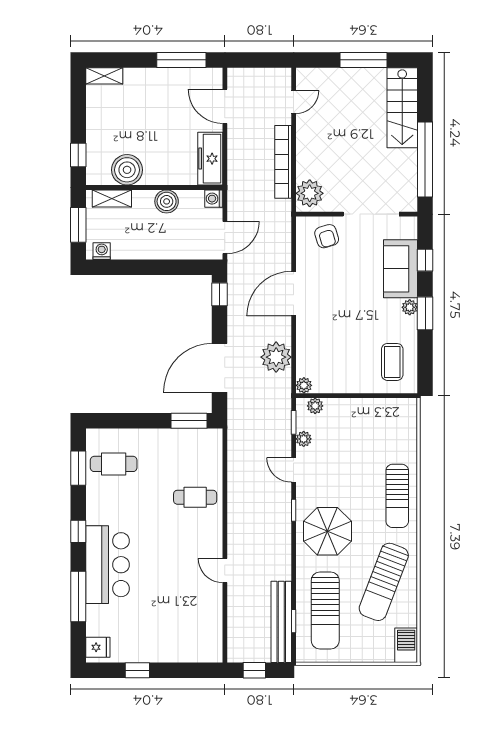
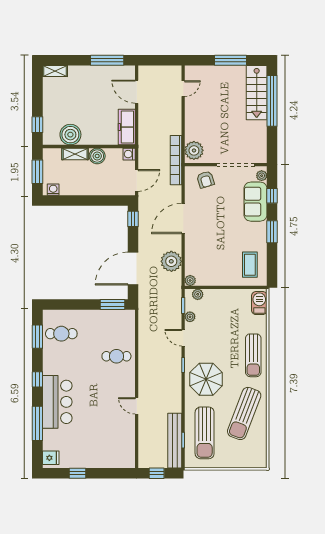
window: (425, 159) -> (272, 101), moved
bookcase: (283, 162) -> (176, 160), moved
shelving: (112, 198) -> (75, 154), moved
plant: (410, 307) -> (262, 176), moved
barbecue: (406, 645) -> (259, 303), moved

